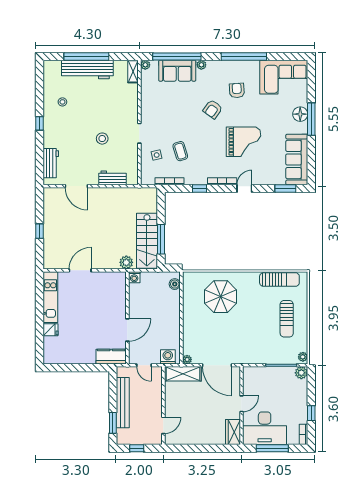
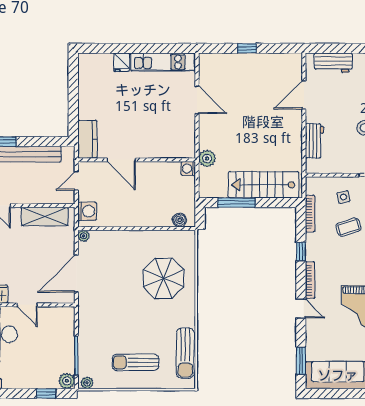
stairs: (147, 241) -> (263, 185), moved
shelving: (183, 374) -> (45, 216), moved, turned 90
window: (311, 413) -> (46, 393), moved

